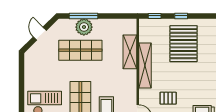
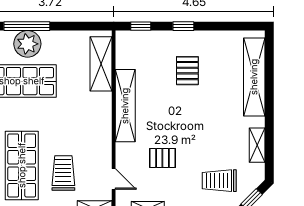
pallet: (184, 44) -> (187, 71), width x0.49, depth x0.50
shelving: (130, 52) -> (101, 64), moved

